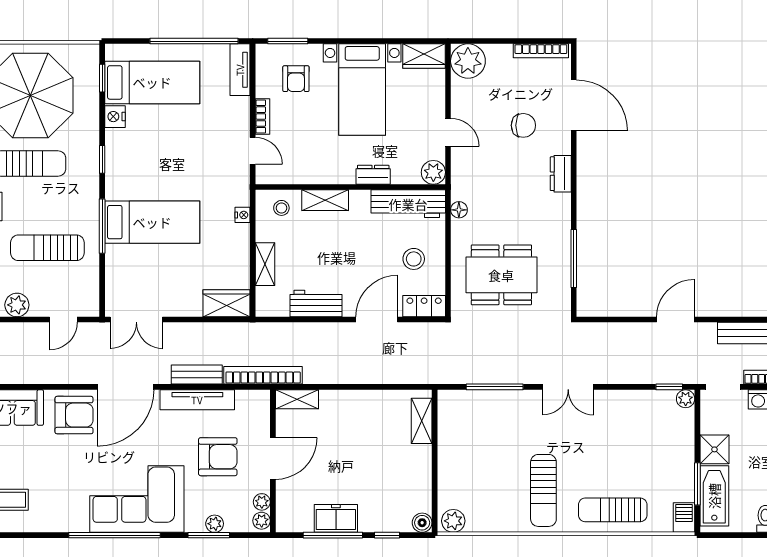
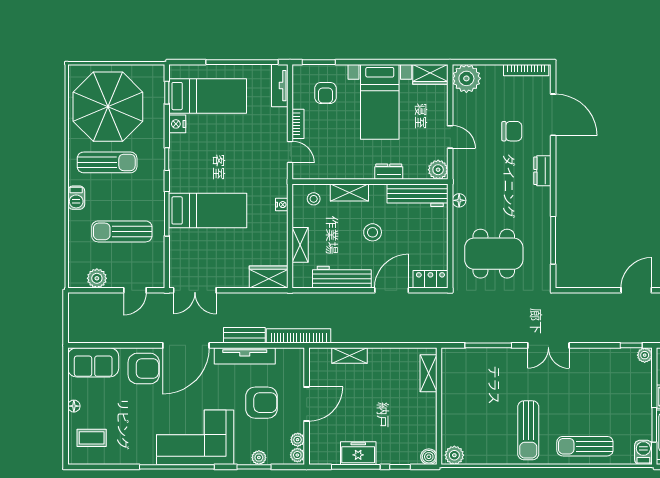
stool: (414, 259) -> (373, 232), moved
workbench: (316, 303) -> (342, 277), width x1.38
shelving: (297, 399) -> (350, 356), moved

